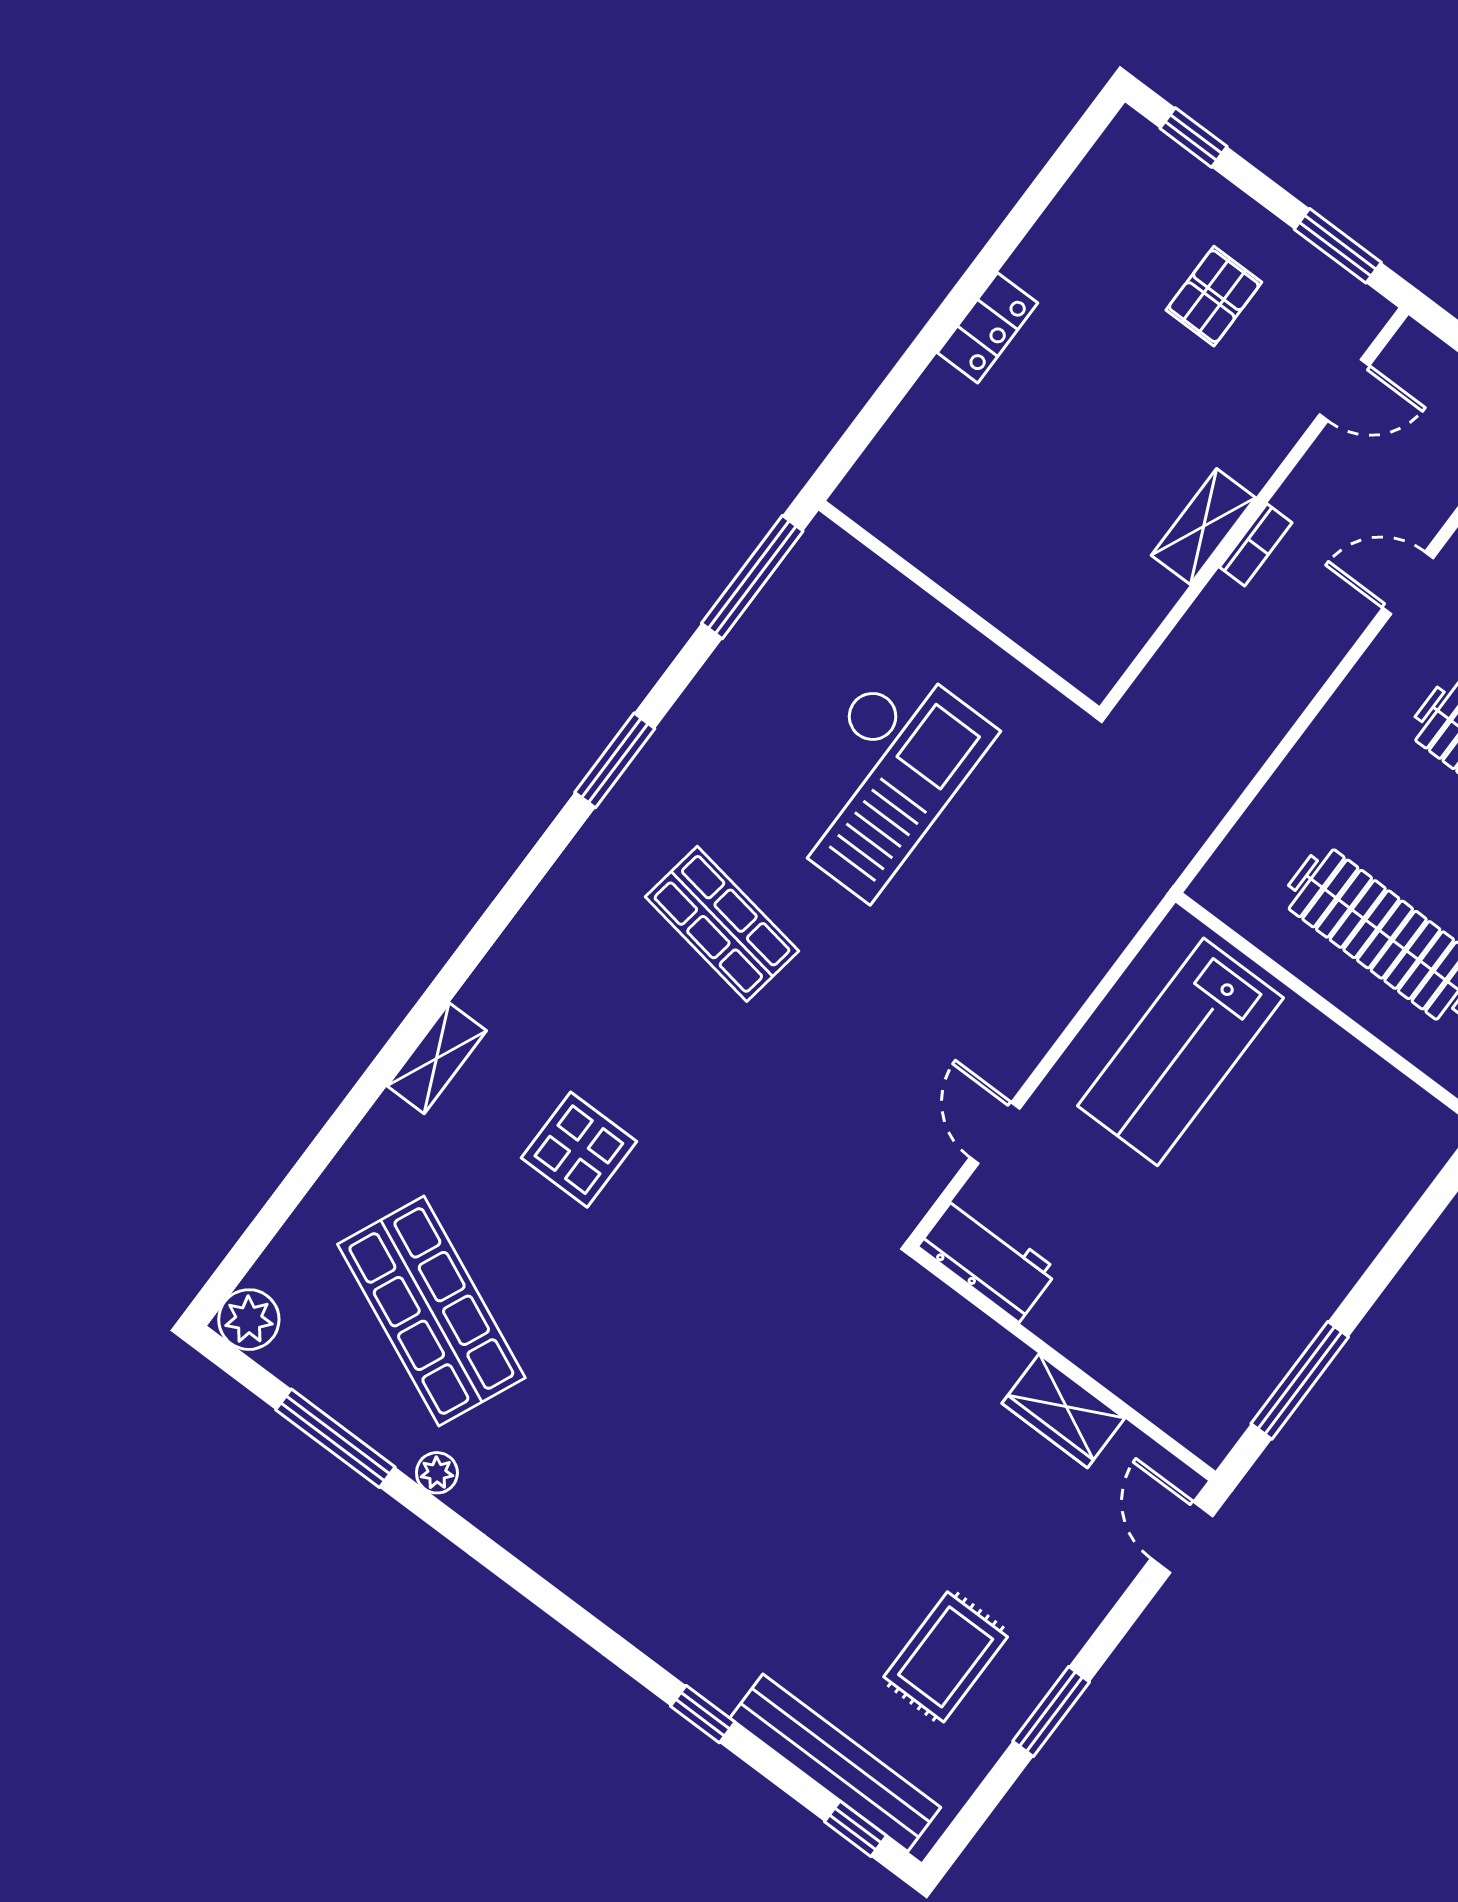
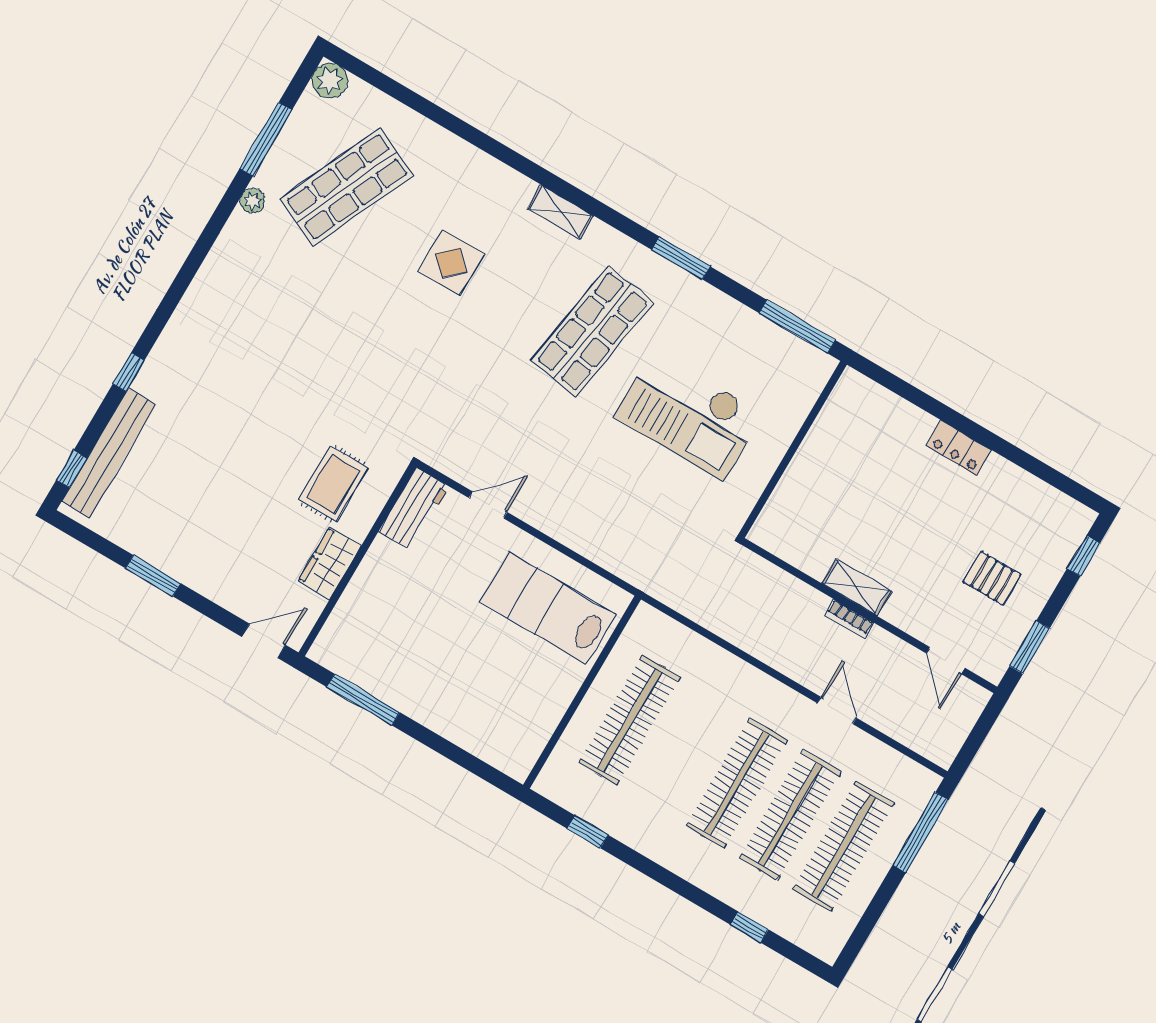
shop shelf: (722, 924) -> (592, 332), width x1.43, depth x1.36
shelving: (437, 1058) -> (561, 212), moved
rug: (946, 1657) -> (333, 484), moved, turned 90

